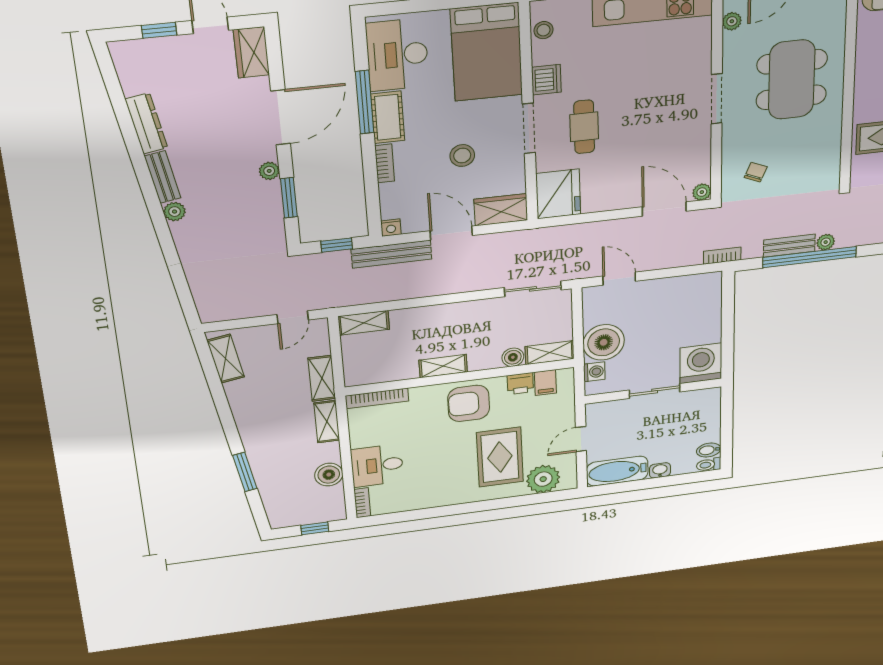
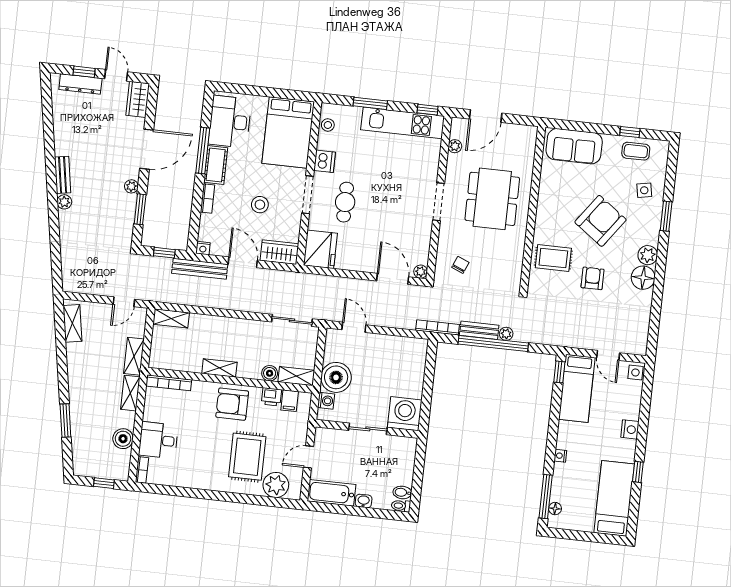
dresser: (146, 123) -> (80, 84), moved, turned 100
bookcase: (722, 256) -> (437, 327), width x1.56

